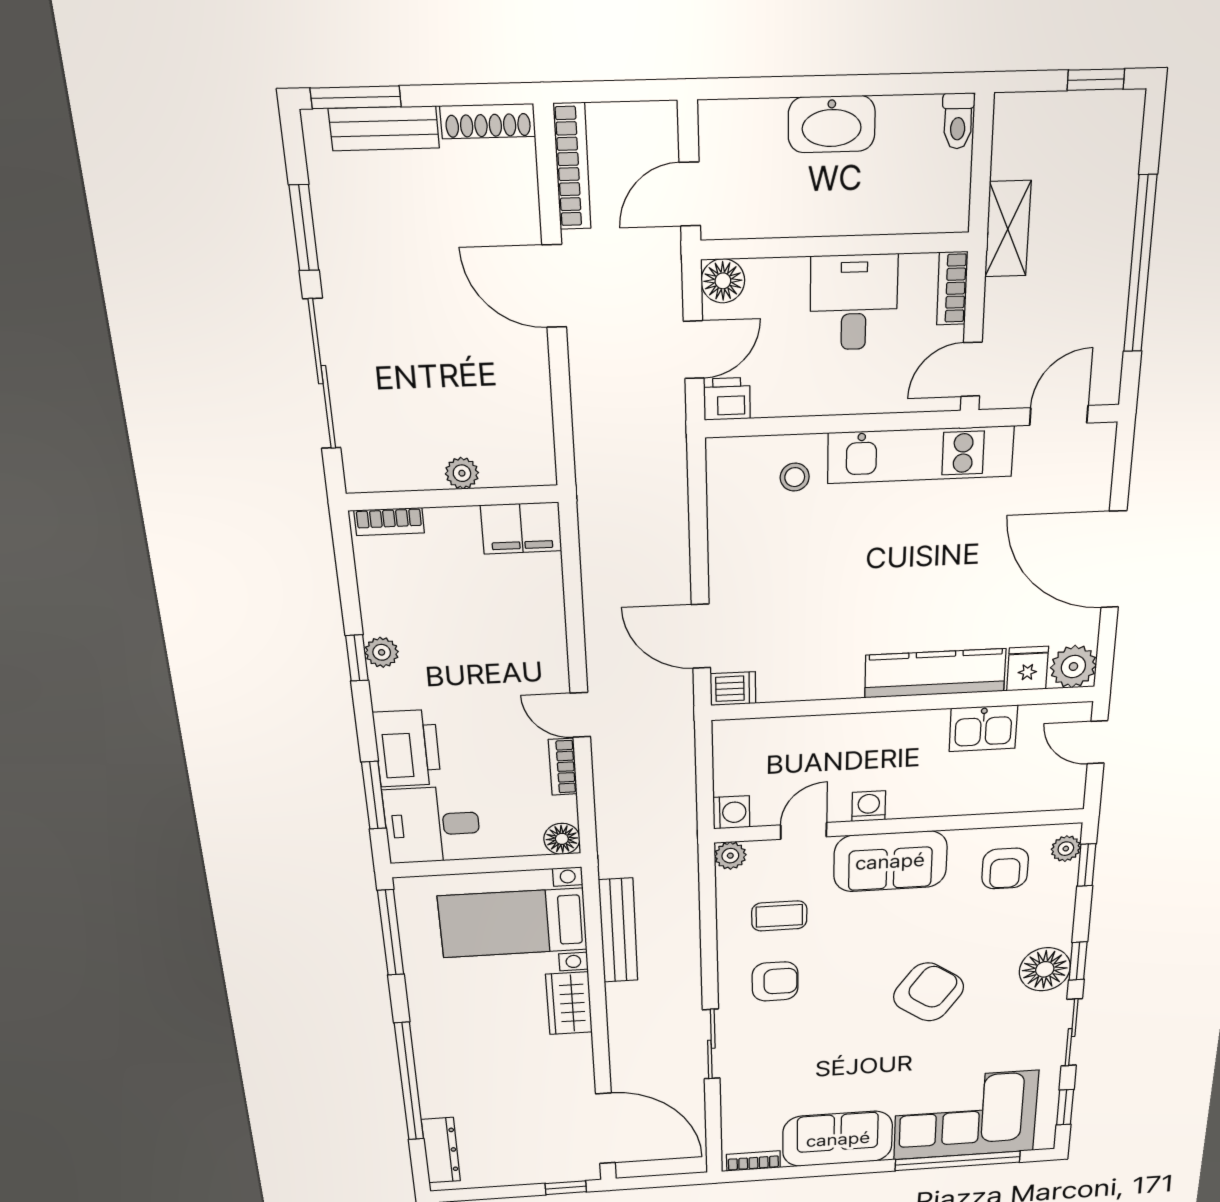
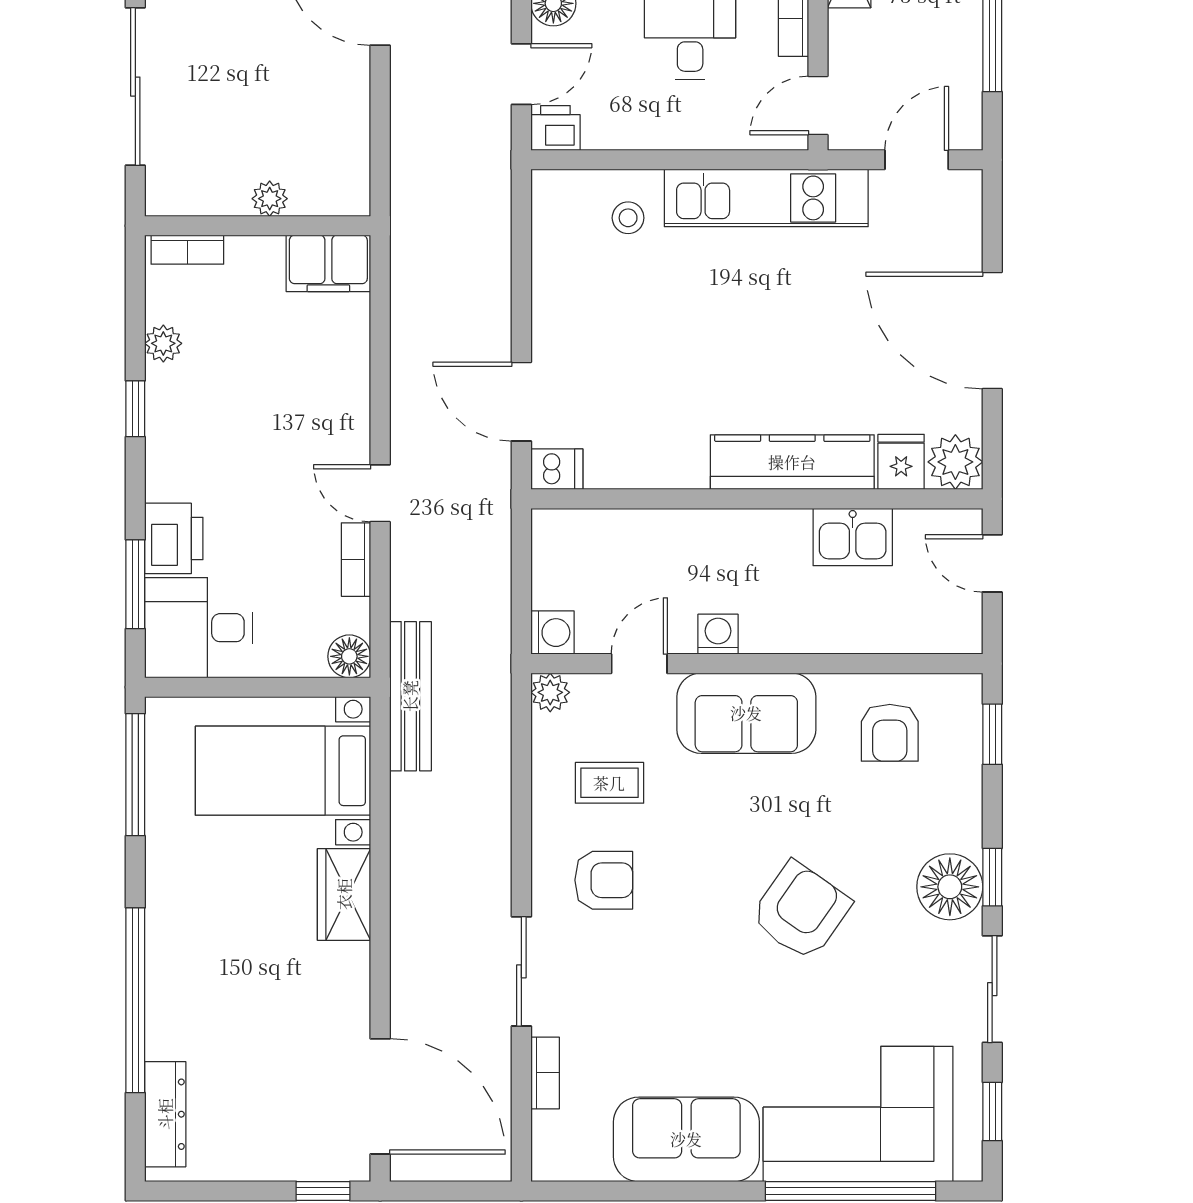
plant: (382, 652) -> (163, 343), moved
printer: (407, 748) -> (174, 538), width x0.73, depth x0.84
plant: (1066, 849) -> (964, 709), removed
bench: (618, 931) -> (410, 696), moved
bookcase: (753, 1161) -> (545, 1073), moved, turned 90

